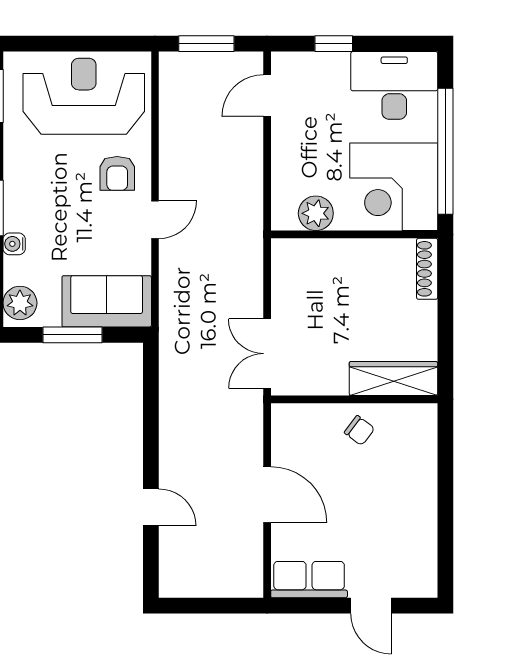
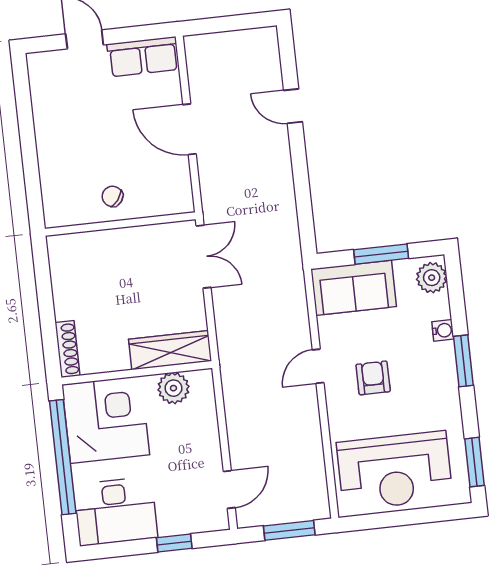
armchair: (117, 173) -> (373, 378), moved
wardrobe: (393, 379) -> (170, 350), moved, turned 180

